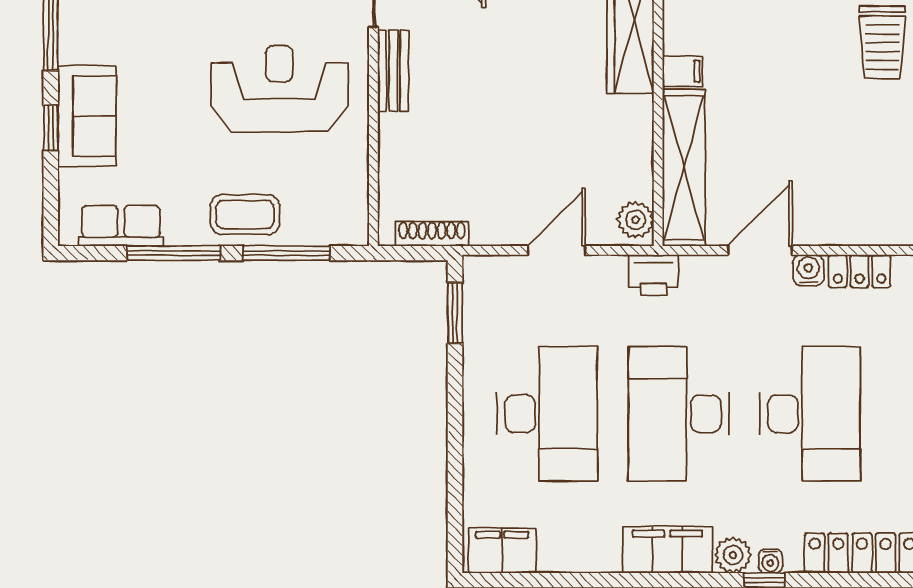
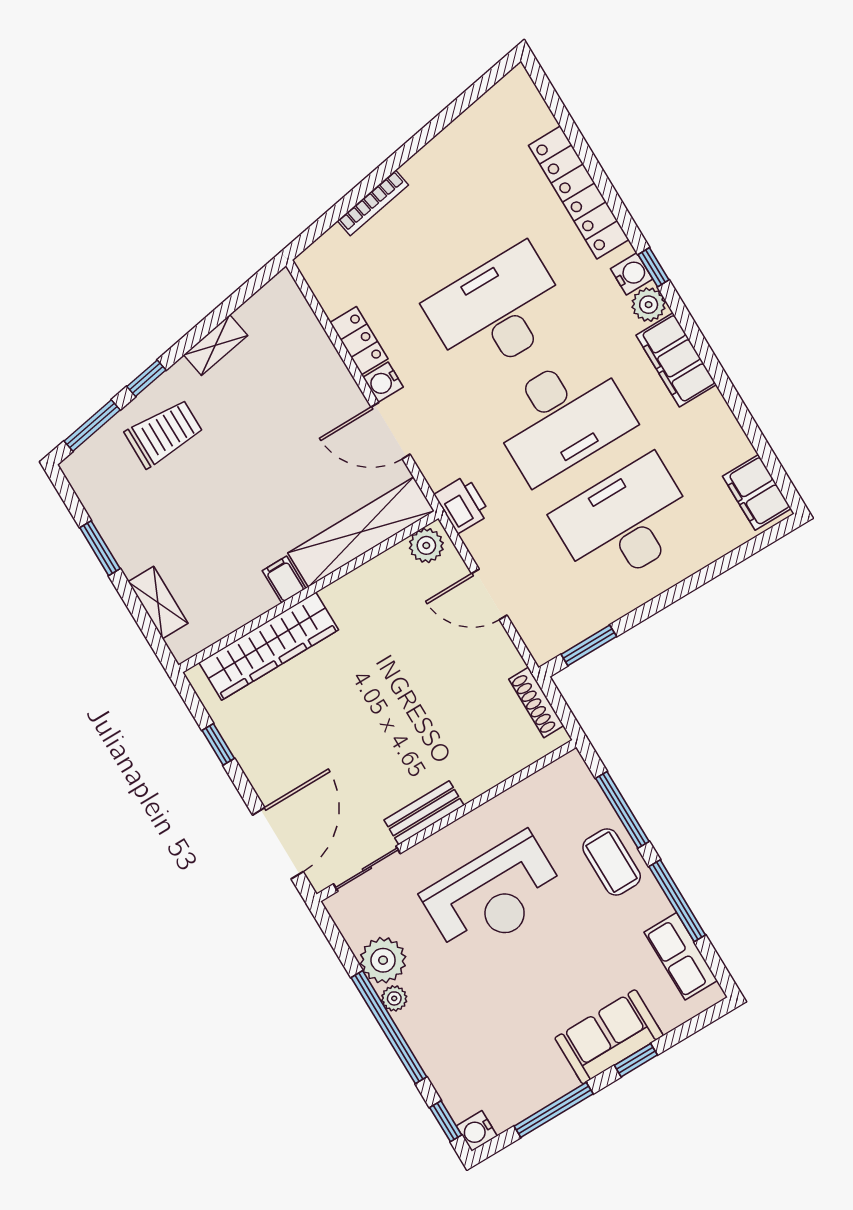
reception desk: (279, 89) -> (494, 895), turned -90
water cooler: (770, 561) -> (632, 274), width x1.38, depth x1.38

